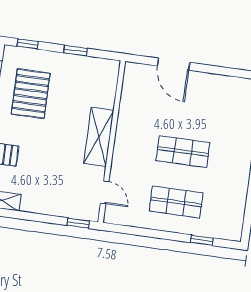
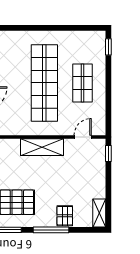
shop shelf: (183, 152) -> (44, 83), width x2.00, depth x1.36
window: (202, 240) -> (108, 47), moved

